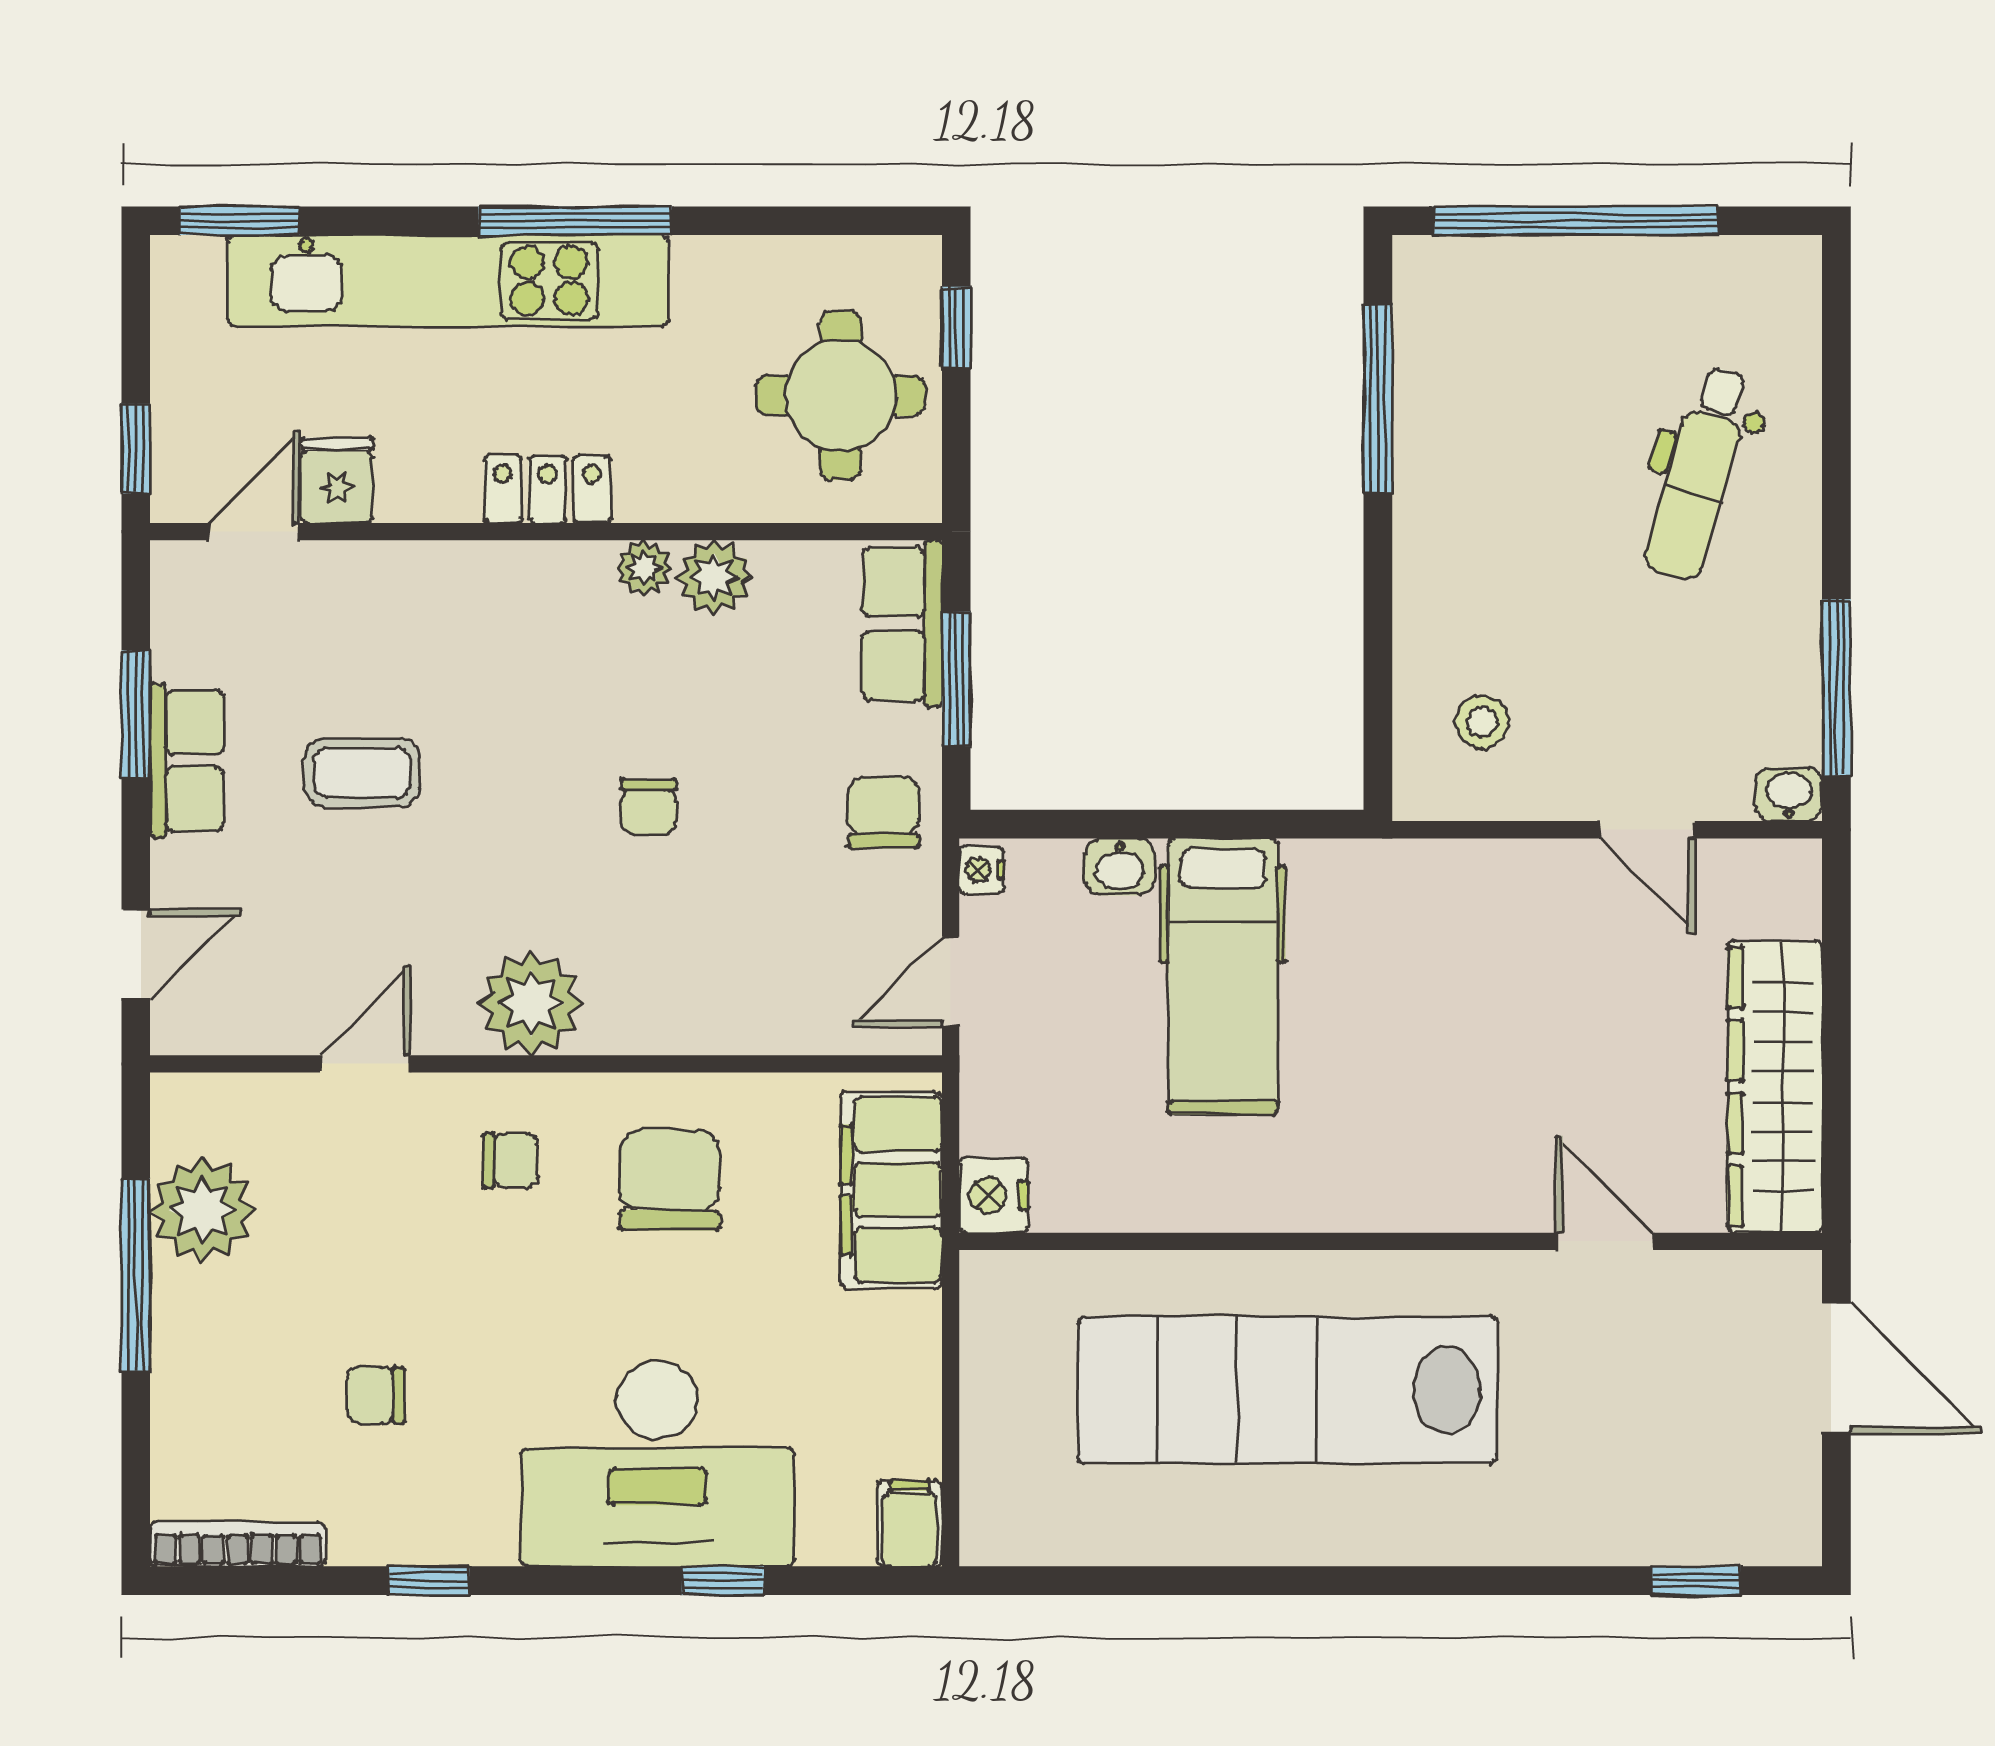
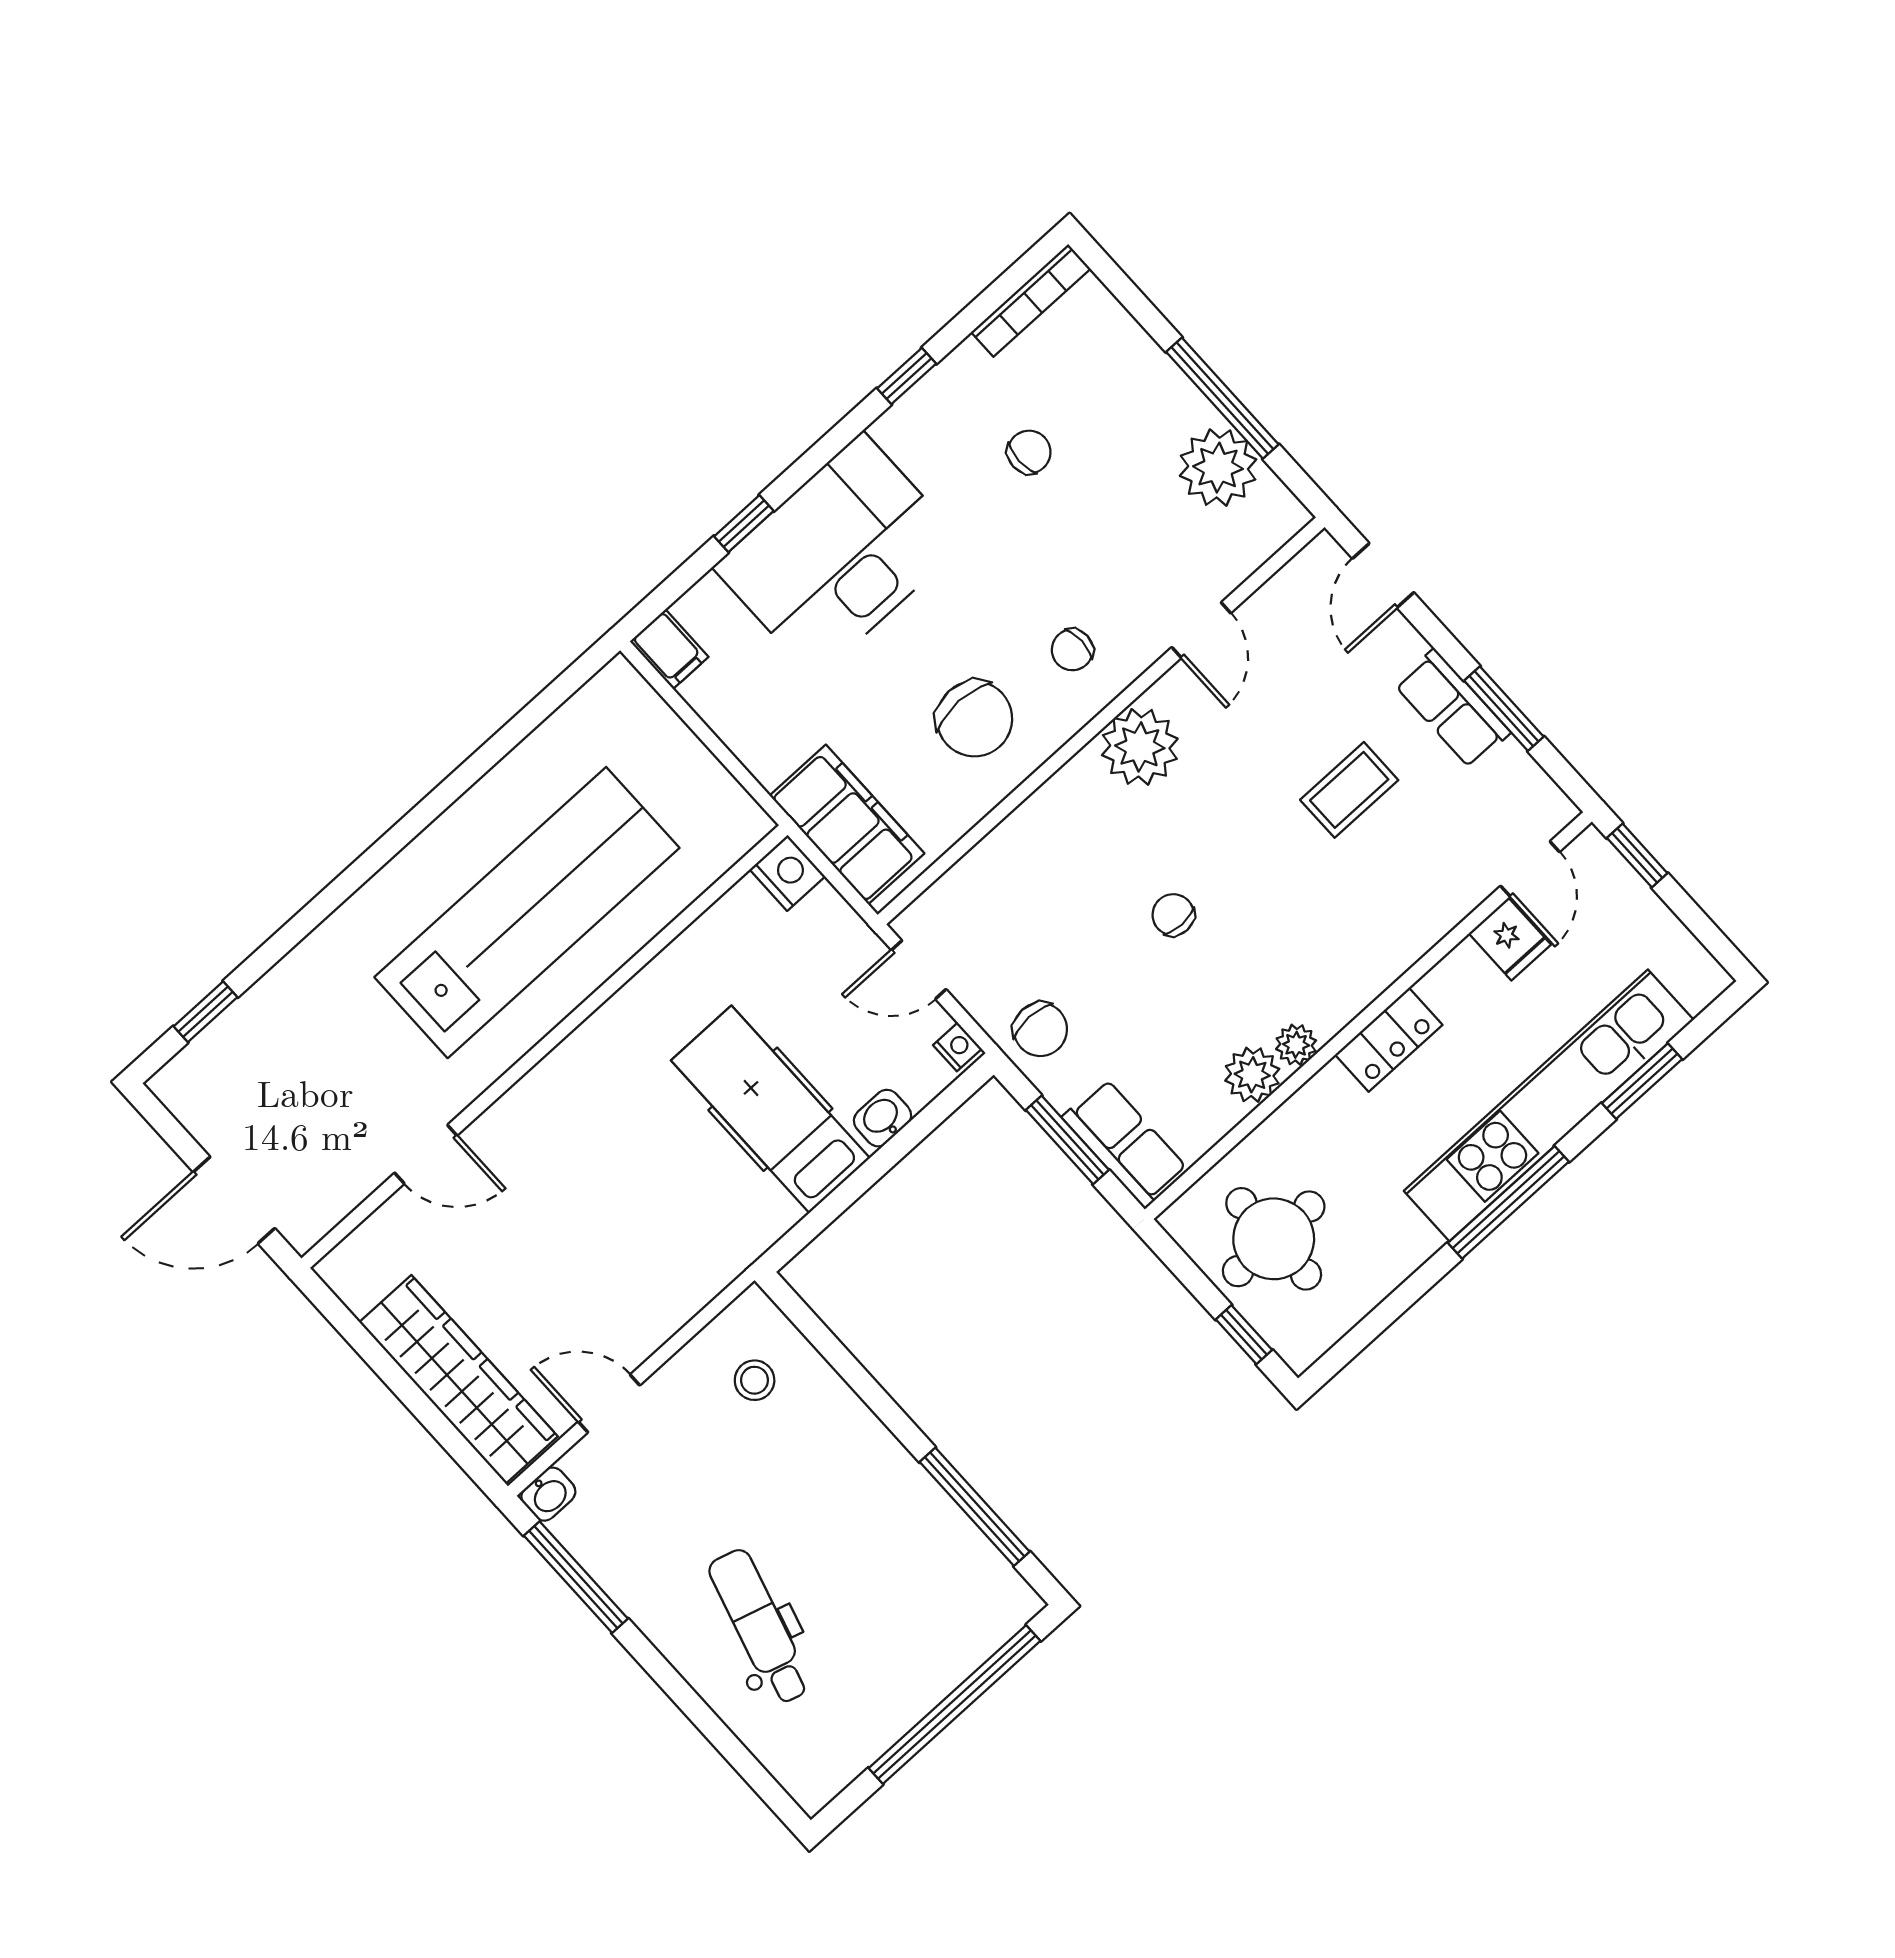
window: (240, 221) -> (1642, 1081), moved
door: (951, 981) -> (919, 970), swing flipped
wardrobe: (1775, 1087) -> (458, 1379), moved

